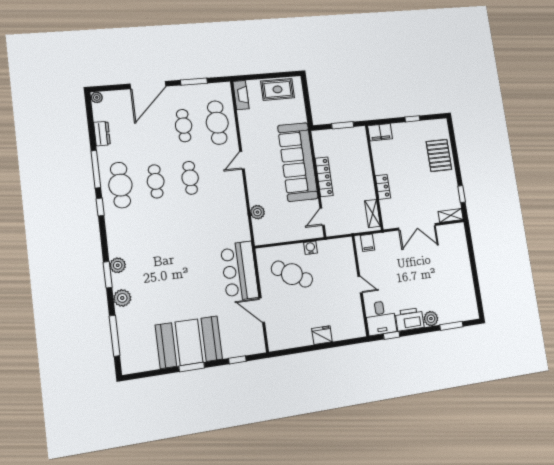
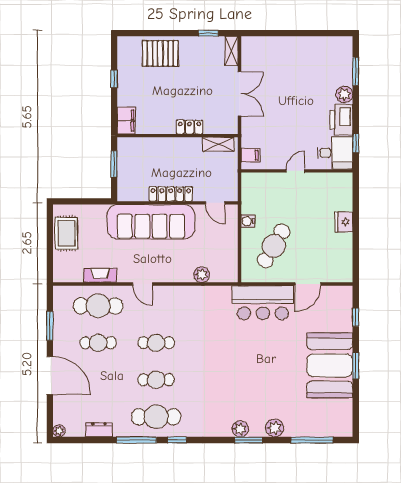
fireplace: (241, 95) -> (100, 275), moved

